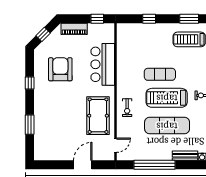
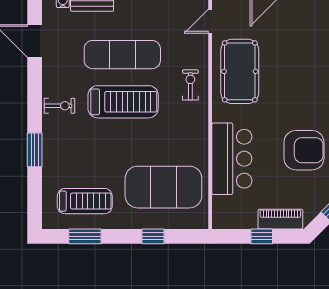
window: (97, 19) -> (262, 236), moved
armchair: (60, 69) -> (304, 150), turned -90
exercise mat: (160, 74) -> (163, 187), moved, width x2.00, depth x1.45

